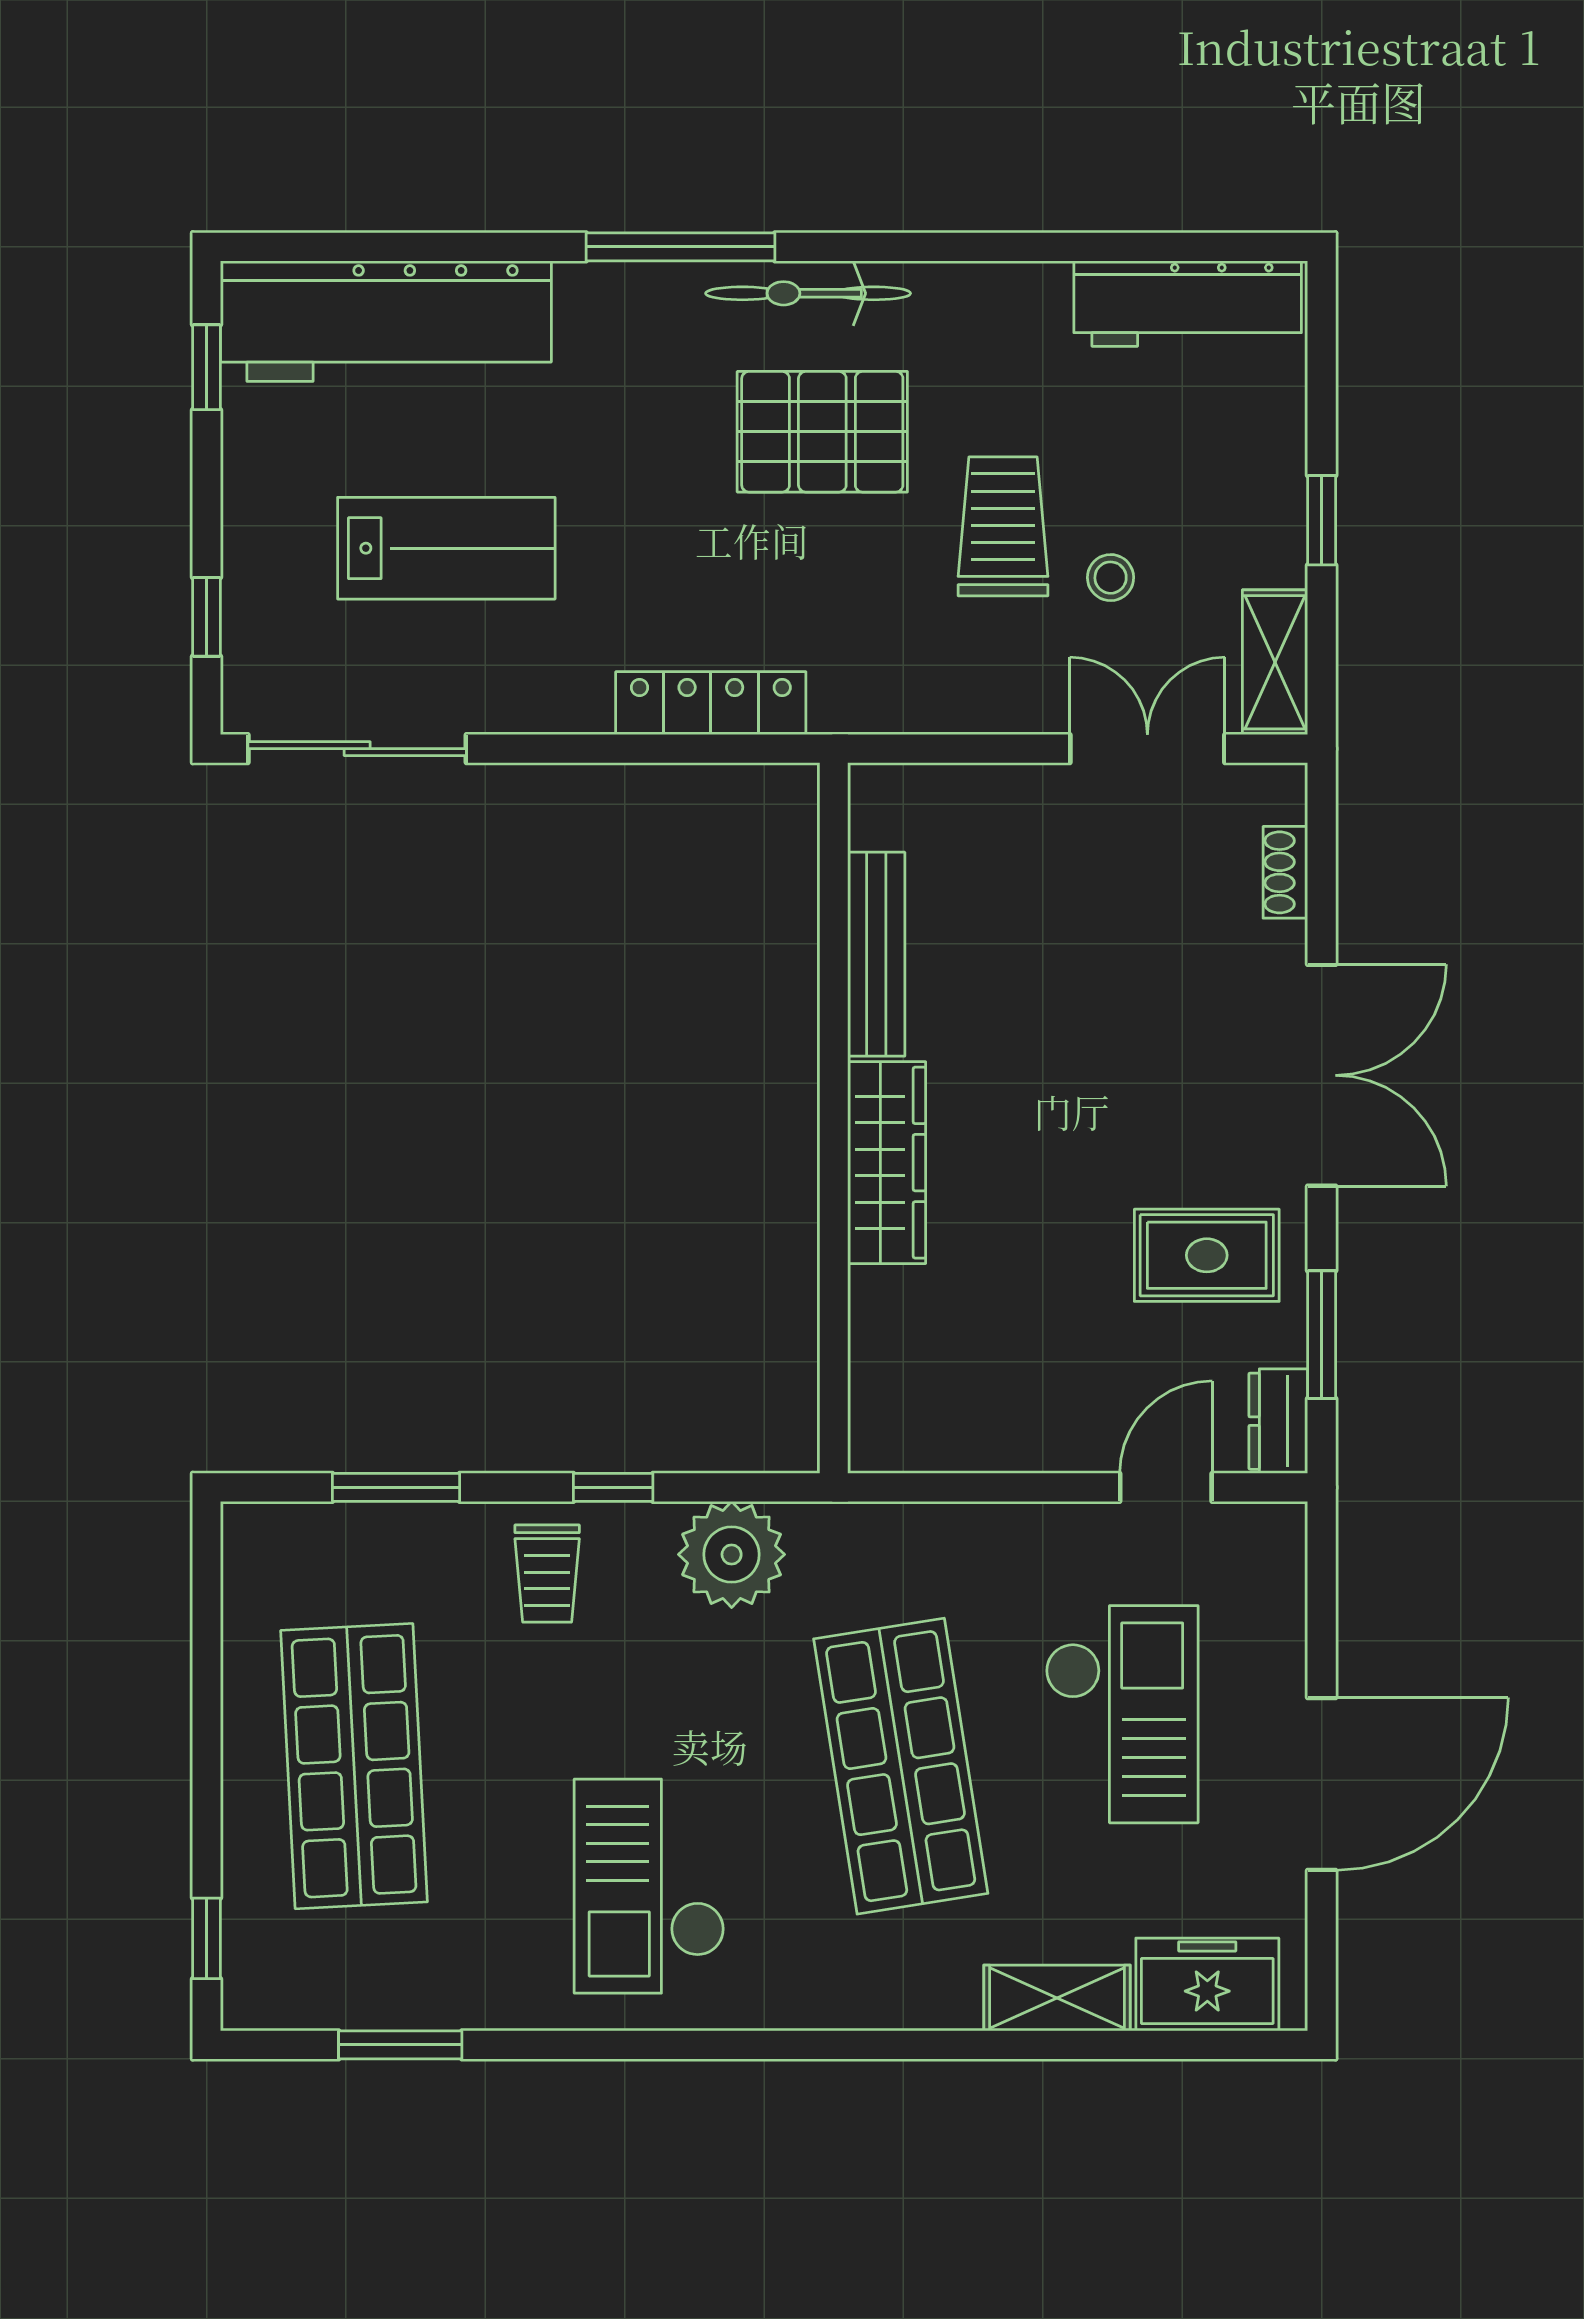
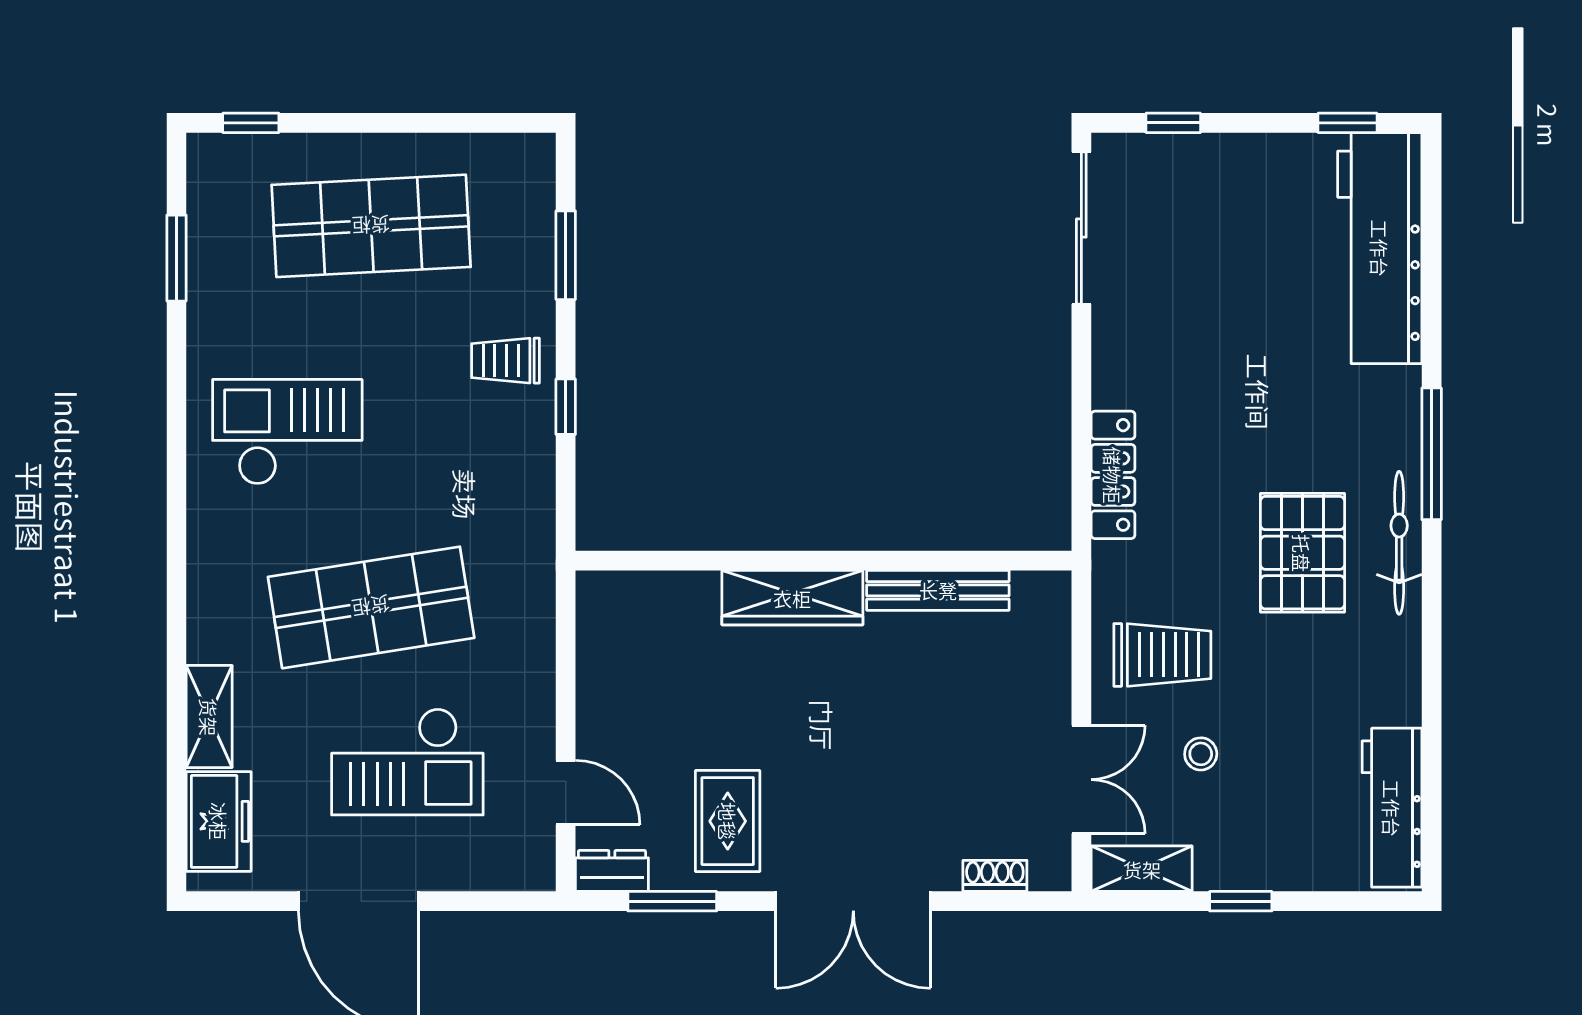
trolley: (1003, 526) -> (1162, 655), moved
lab bench: (446, 548) -> (1221, 290), removed
plant: (732, 1554) -> (519, 489), removed

